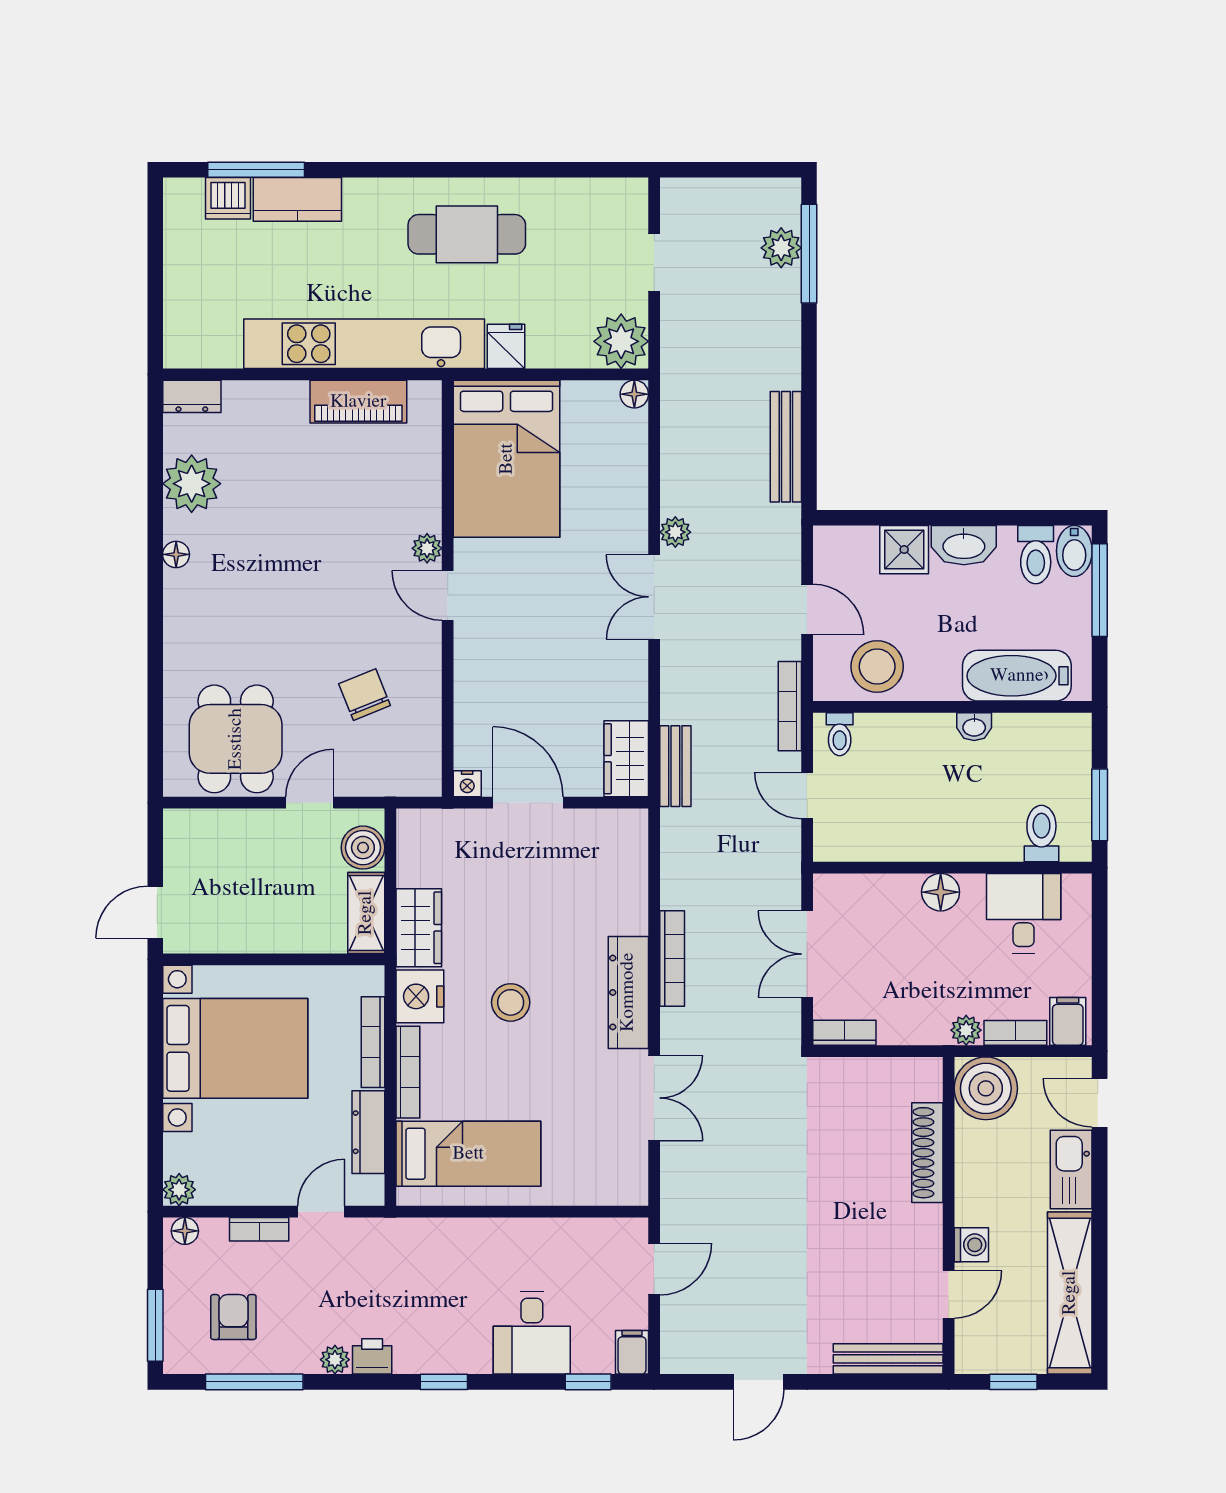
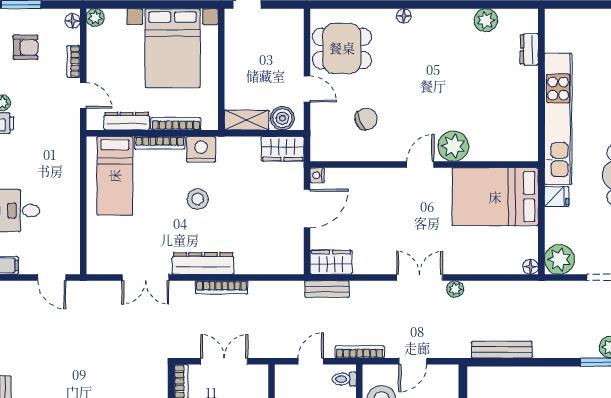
dresser: (192, 396) -> (529, 49), moved
piano: (358, 402) -> (526, 116), removed
plant: (192, 484) -> (486, 20), width x0.73, depth x0.73
plant: (427, 548) -> (453, 146), width x1.88, depth x1.88
floor lamp: (176, 554) -> (404, 16), moved
wardrobe: (419, 928) -> (283, 149), moved

